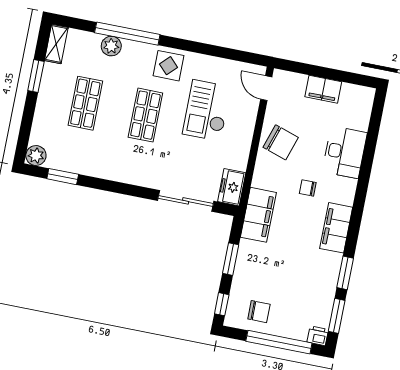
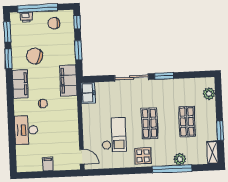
filing cabinet: (323, 89) -> (48, 164), width x0.50
chair: (281, 142) -> (35, 56), moved
plant: (36, 156) -> (209, 94), moved
window: (63, 177) -> (164, 76), moved
sliding door: (186, 201) -> (132, 77), moved
printer: (318, 336) -> (26, 17), moved

